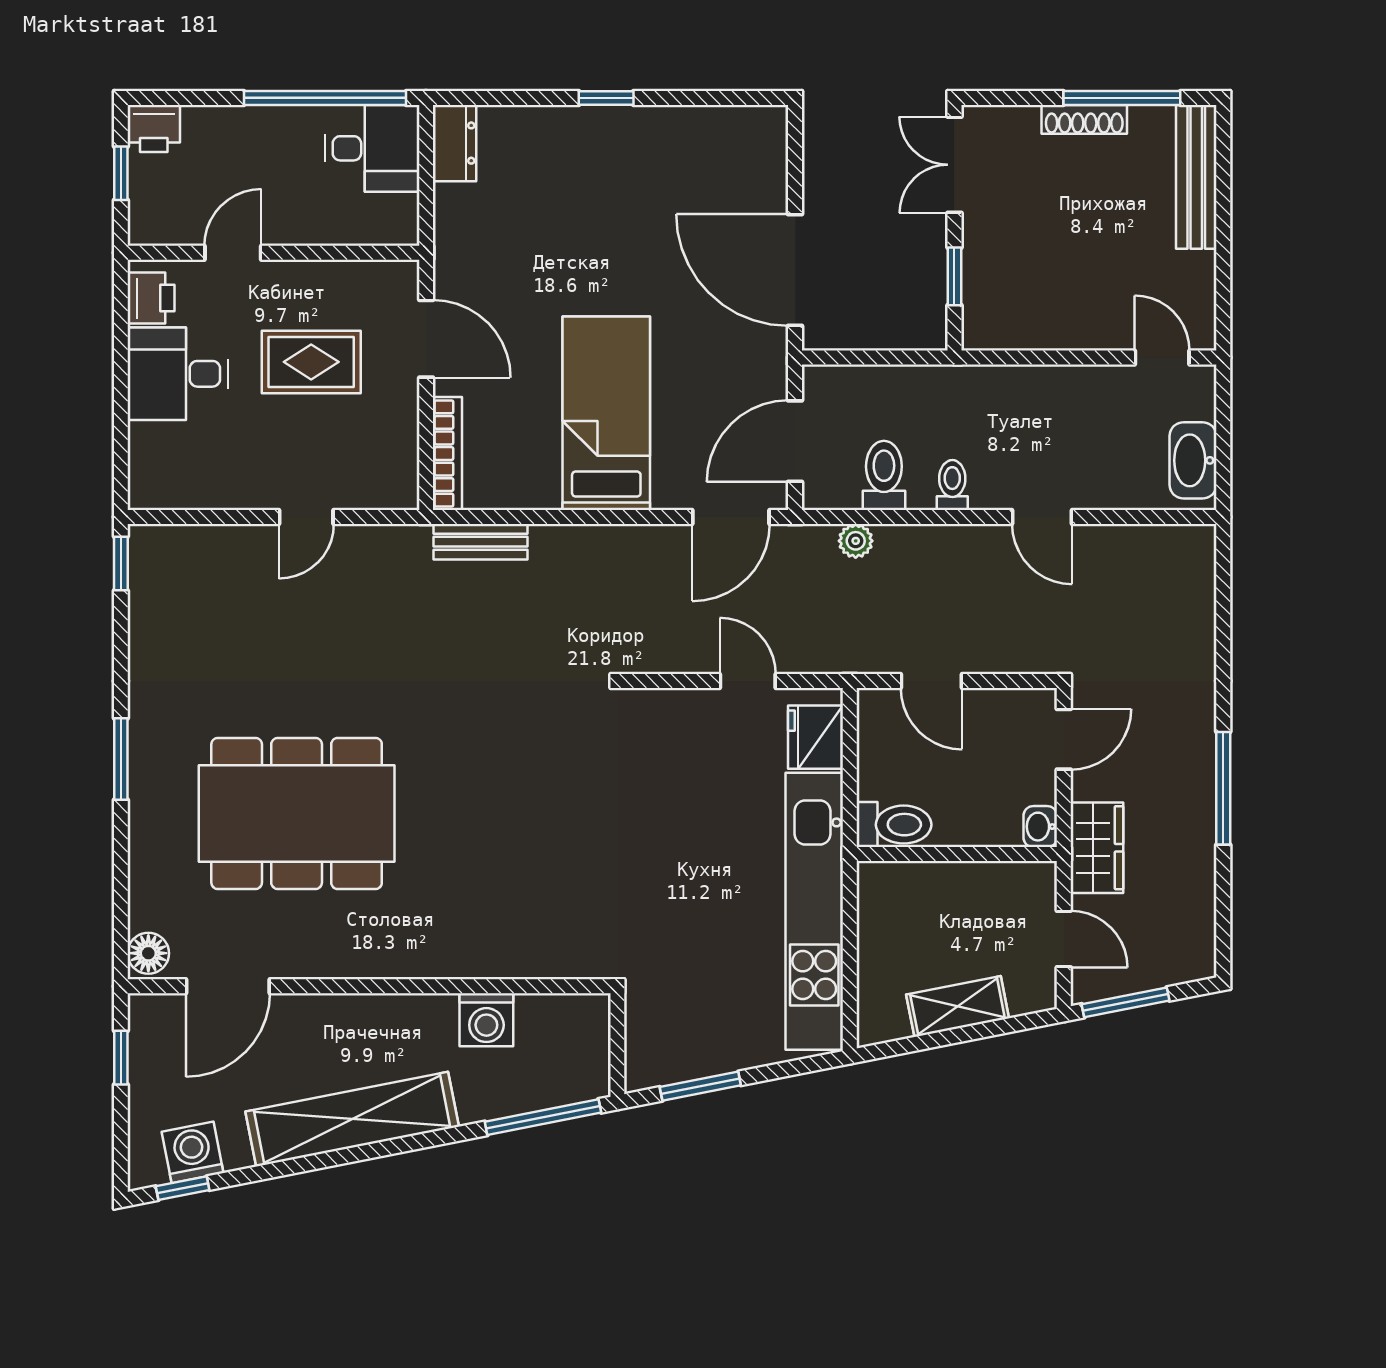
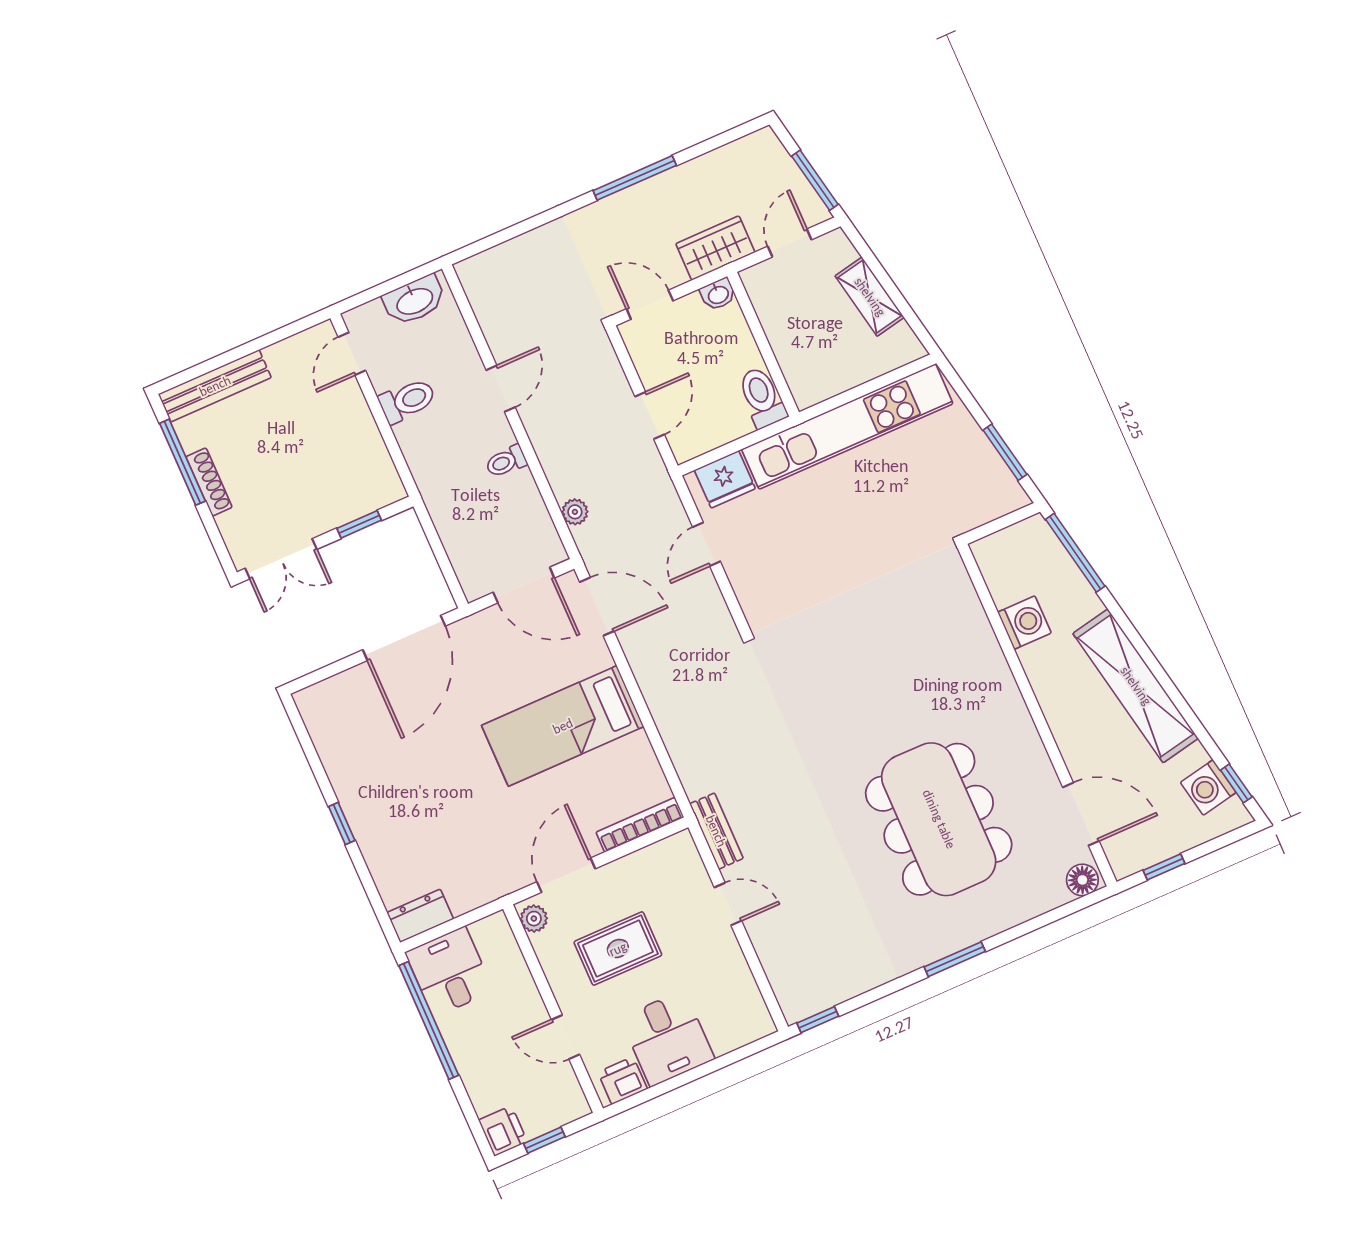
plant: (391, 277) -> (534, 919), added
rug: (311, 362) -> (618, 949), turned 90
toilet: (884, 475) -> (407, 401), moved, turned 180
bench: (481, 542) -> (716, 831), moved

